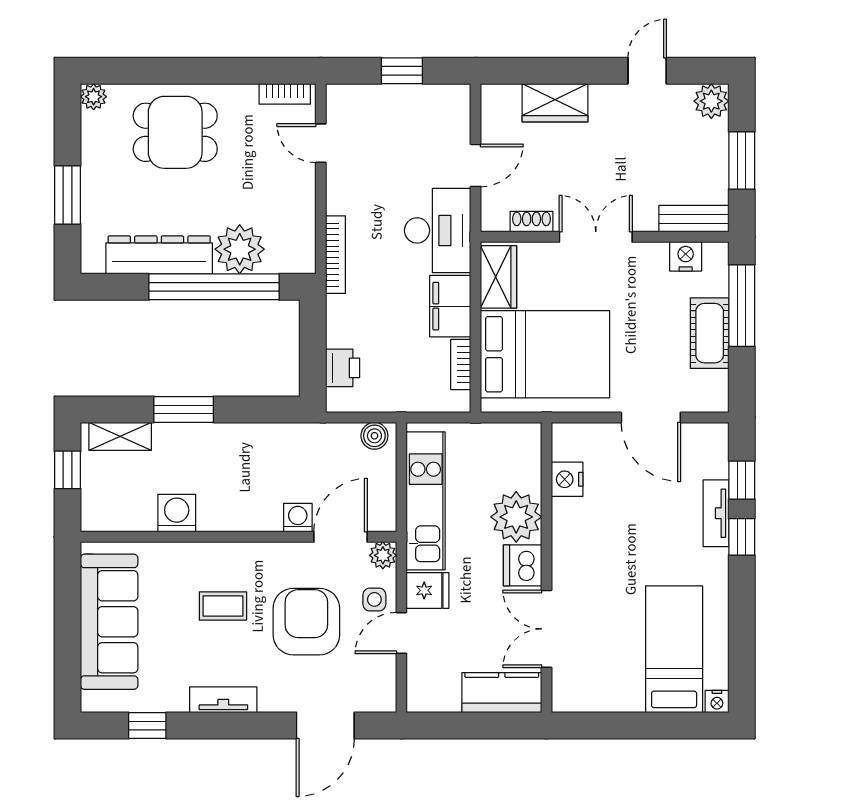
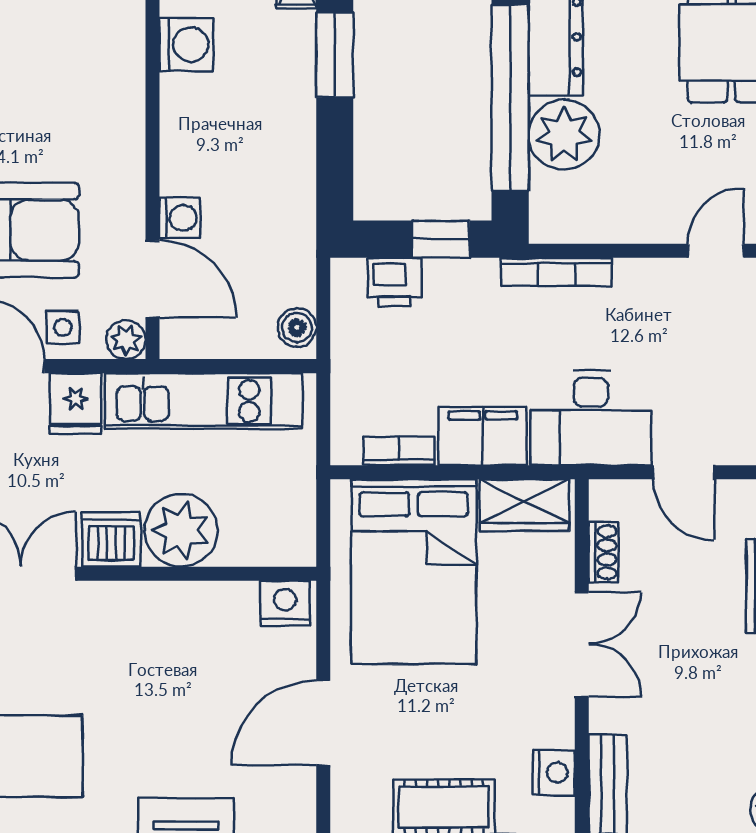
window: (313, 335) -> (441, 239), added
nightstand: (567, 479) -> (285, 603), moved
coffee table: (223, 606) -> (53, 111), removed

